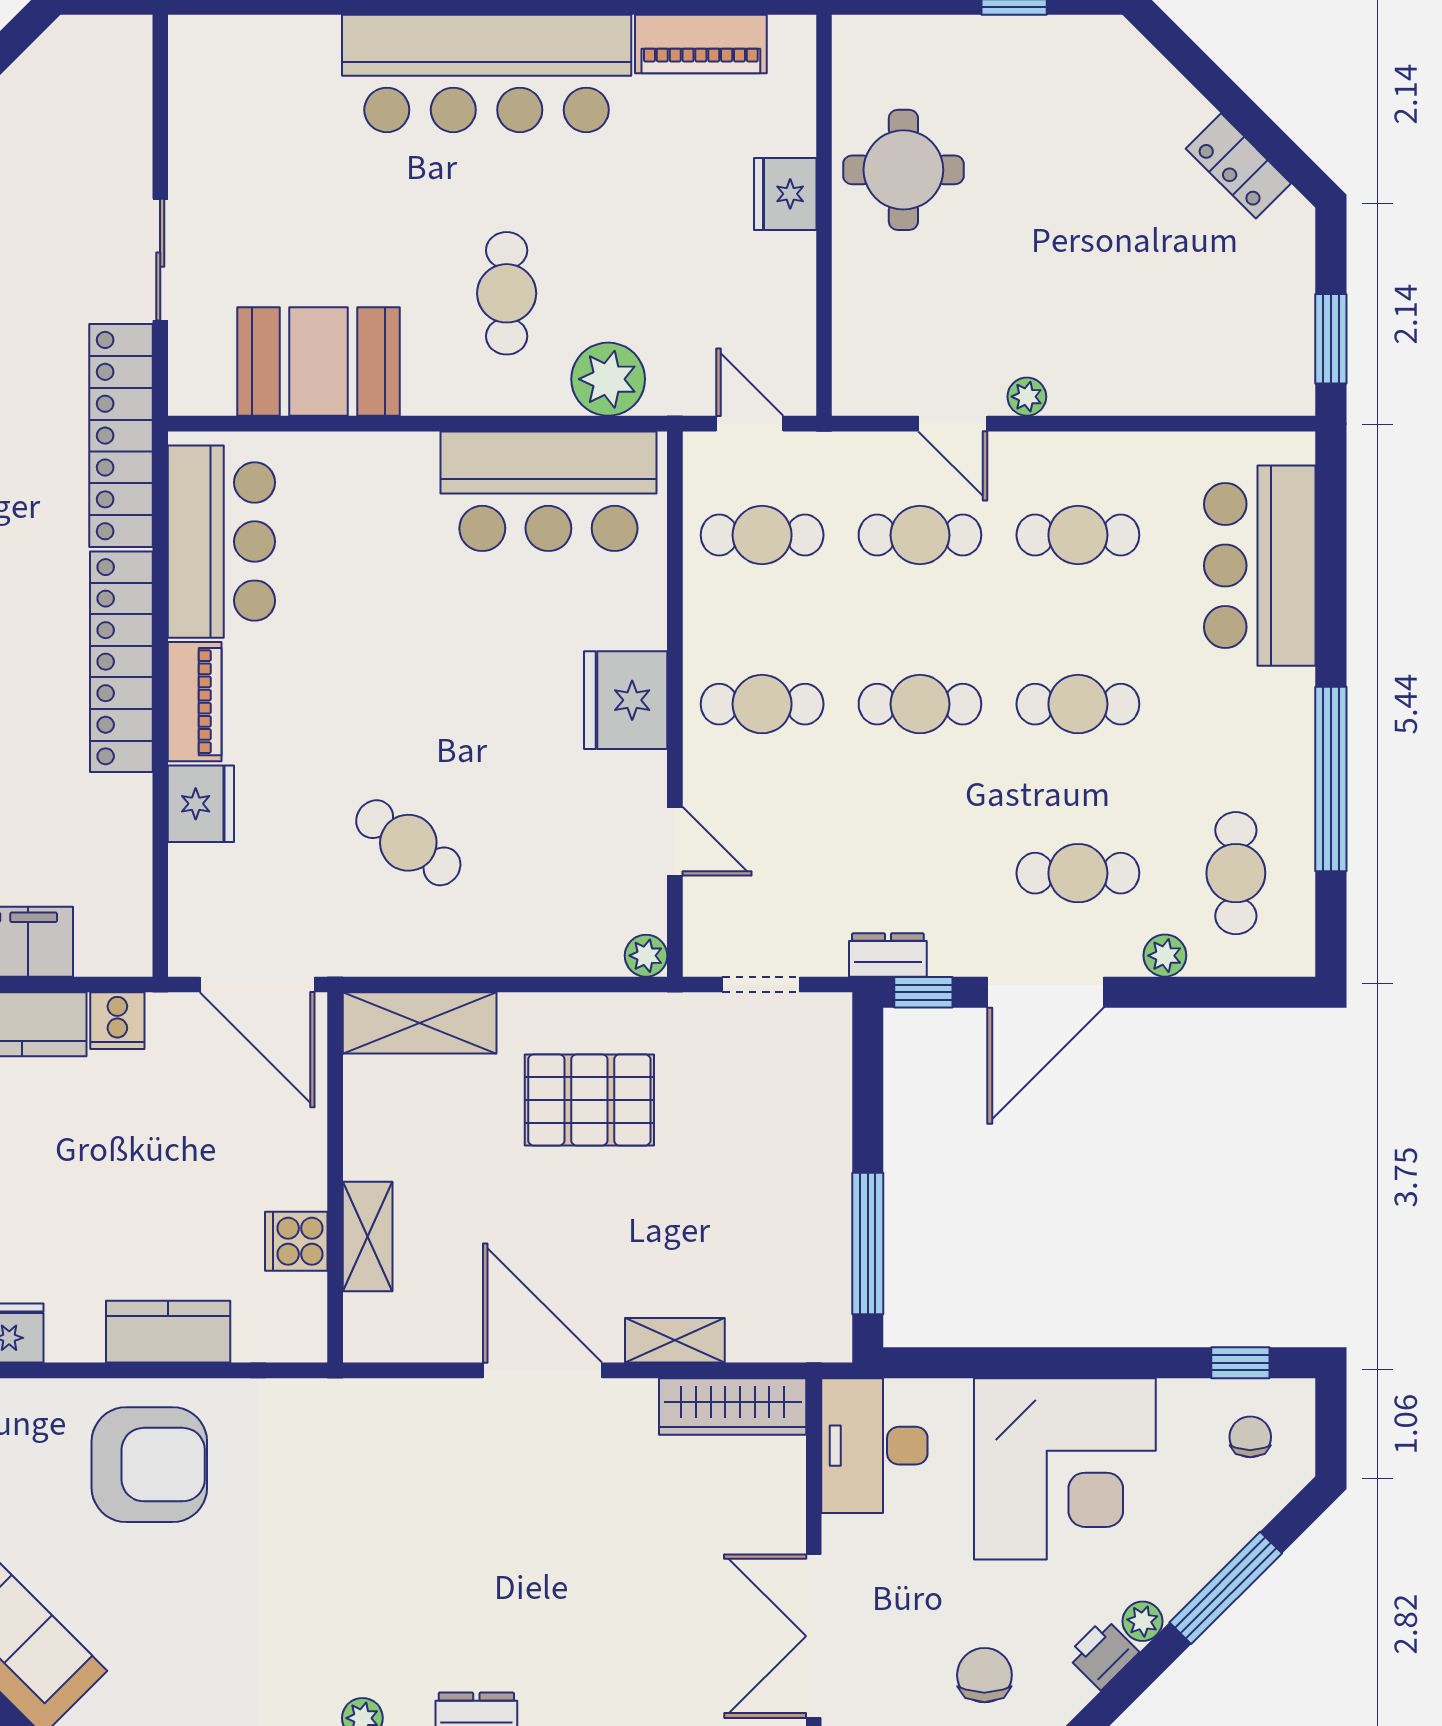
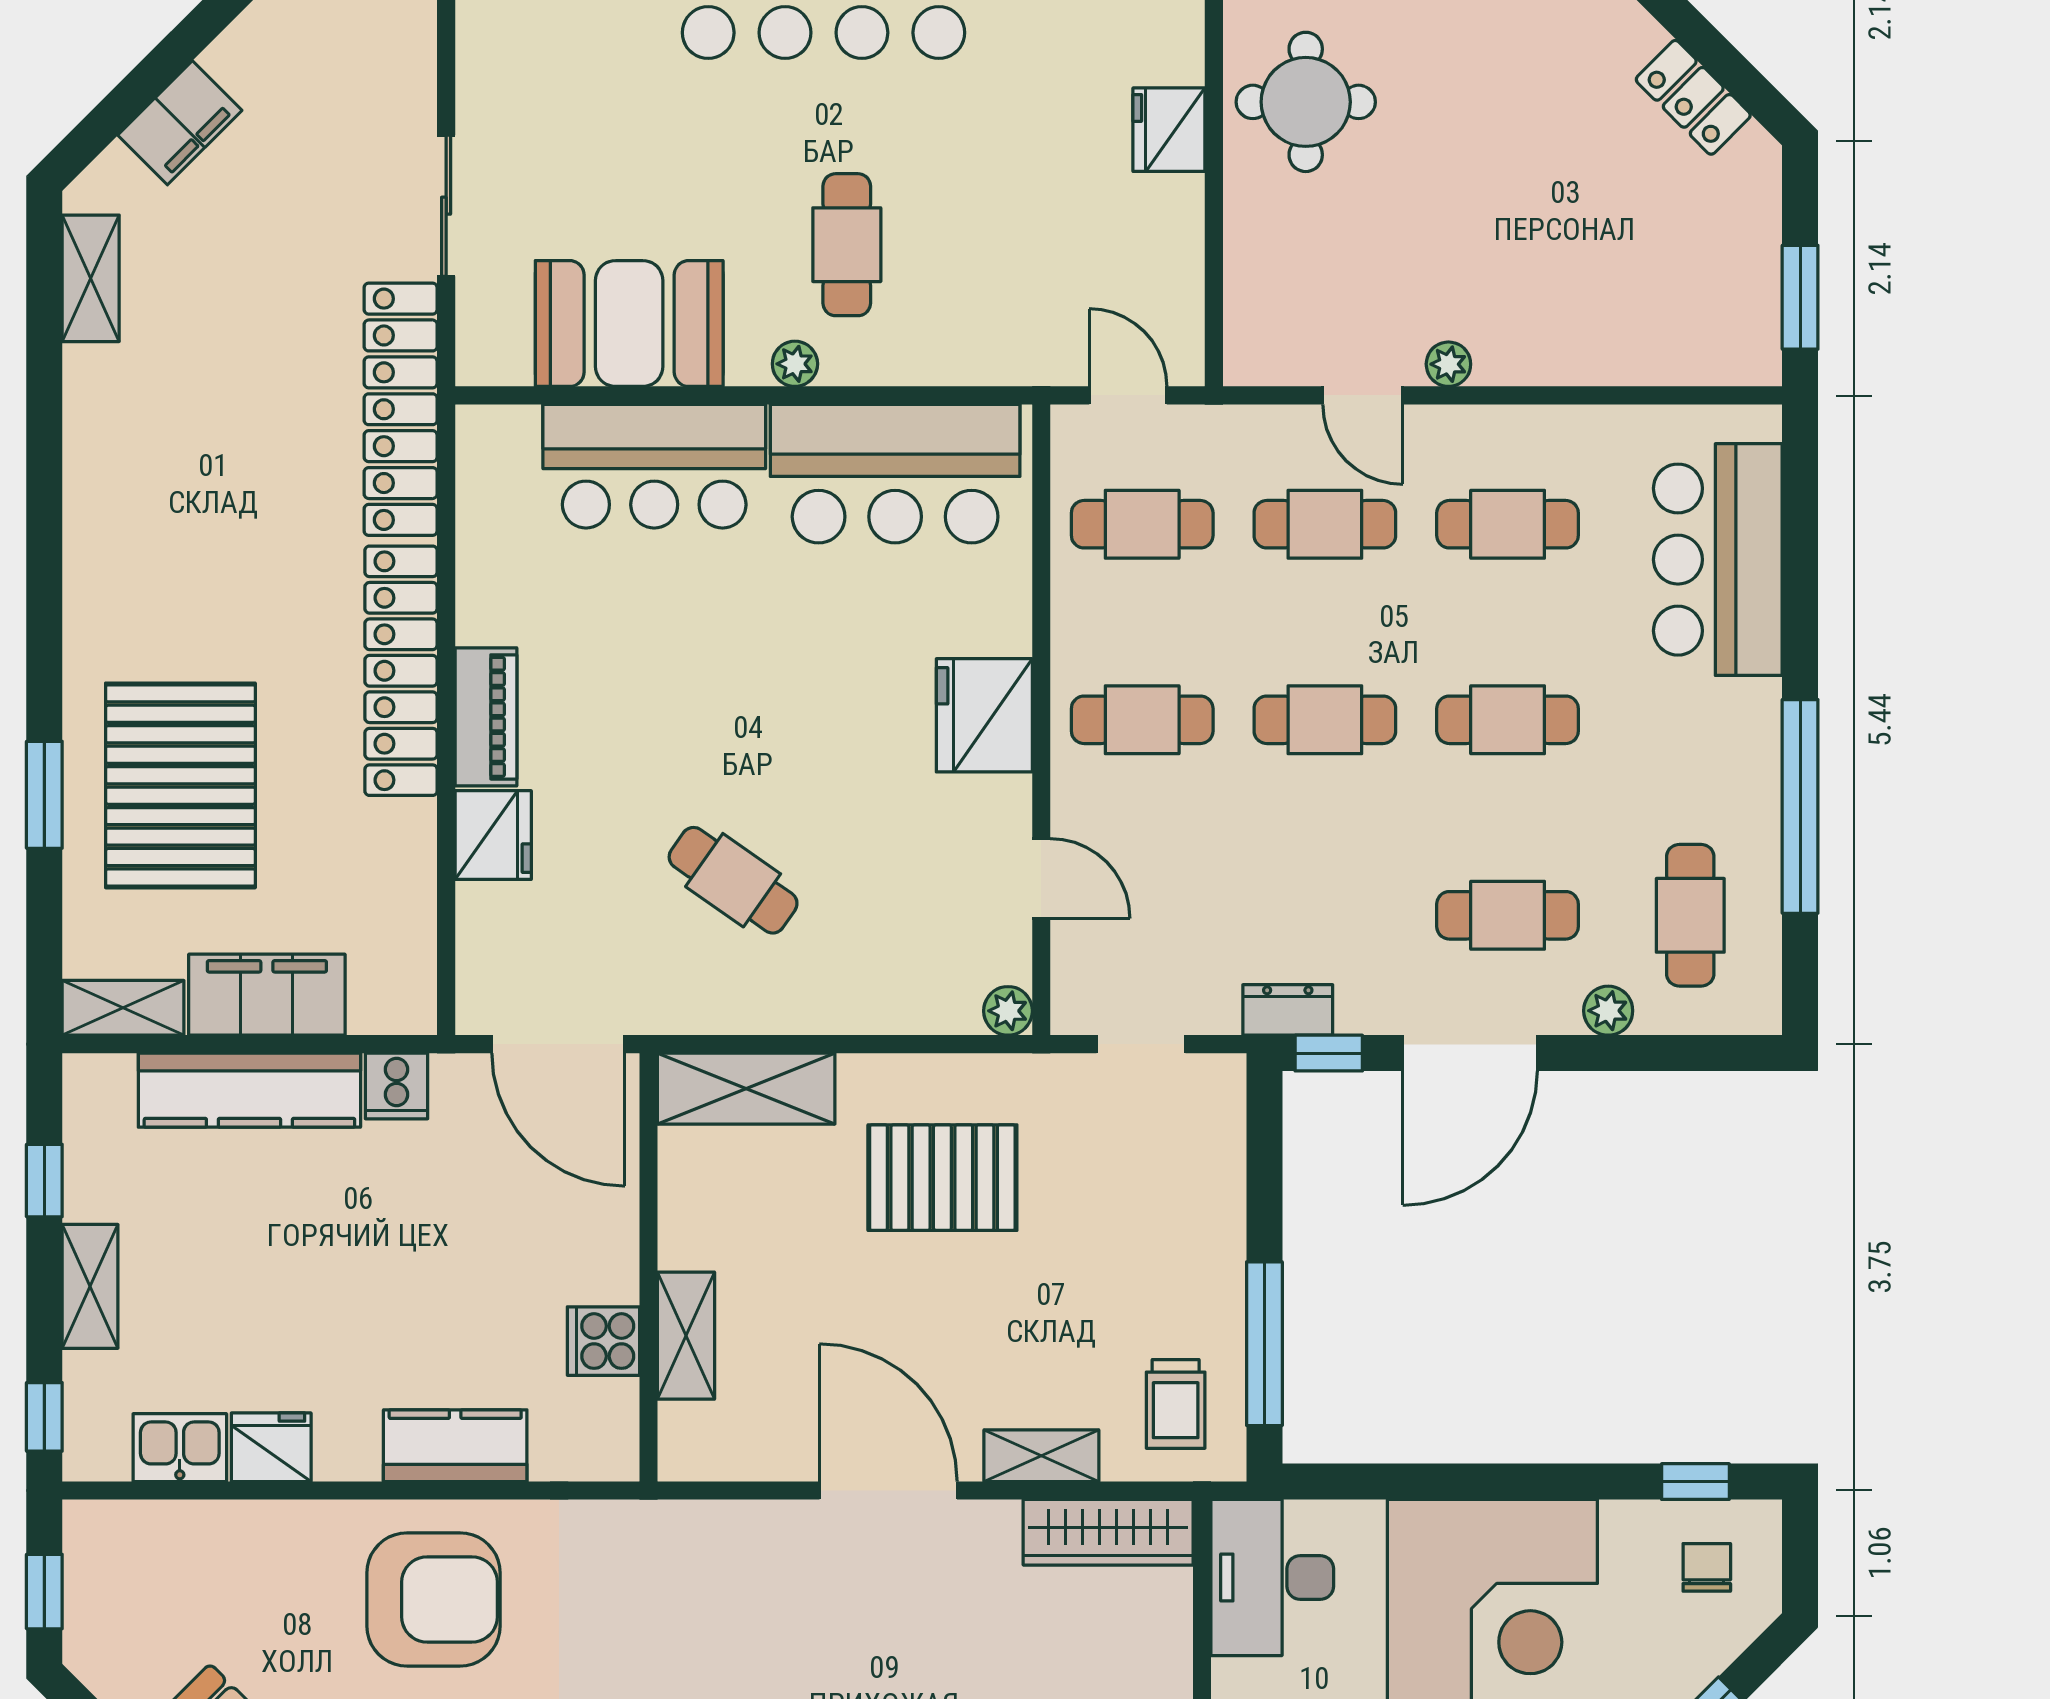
plant: (608, 379) -> (795, 364), moved, width x0.53, depth x0.53
bar counter: (221, 542) -> (654, 466), moved, turned 90
trolley: (791, 1296) -> (1176, 1404), added

